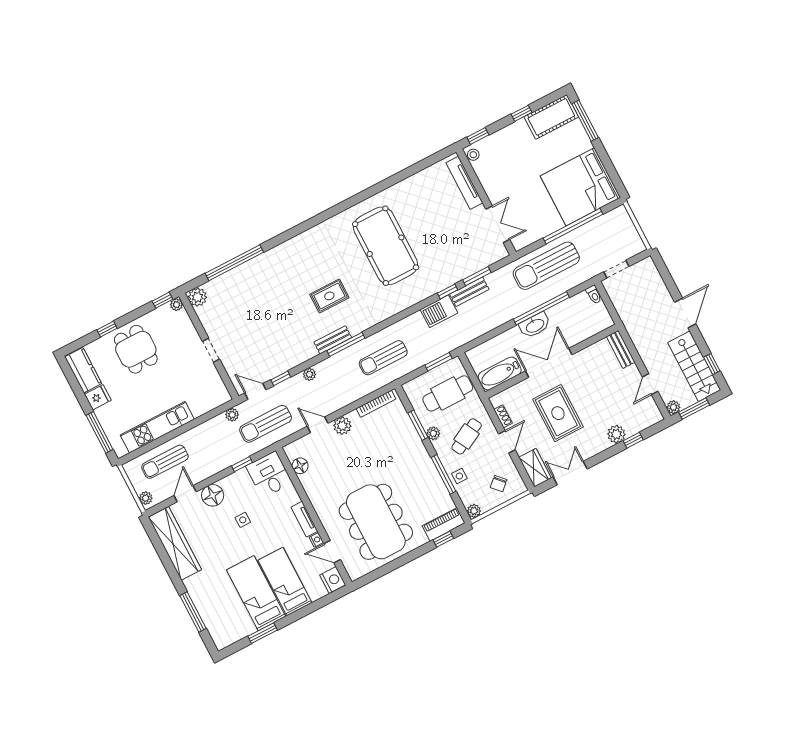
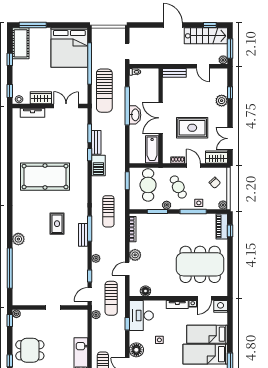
tv unit: (464, 183) -> (32, 113), width x0.71
wardrobe: (491, 184) -> (41, 98), added
plant: (198, 297) -> (18, 239), moved
desk: (269, 475) -> (141, 315), width x1.37

